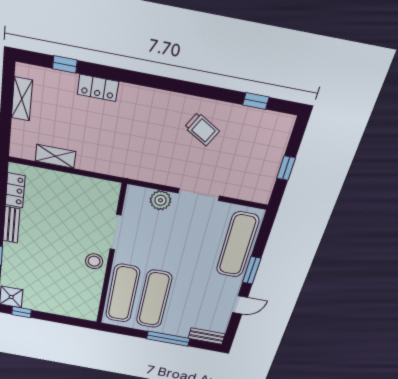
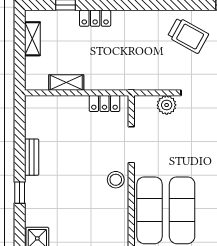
trolley: (202, 129) -> (188, 35), width x1.36, depth x1.39
locker: (15, 190) -> (104, 104), moved, turned 90

